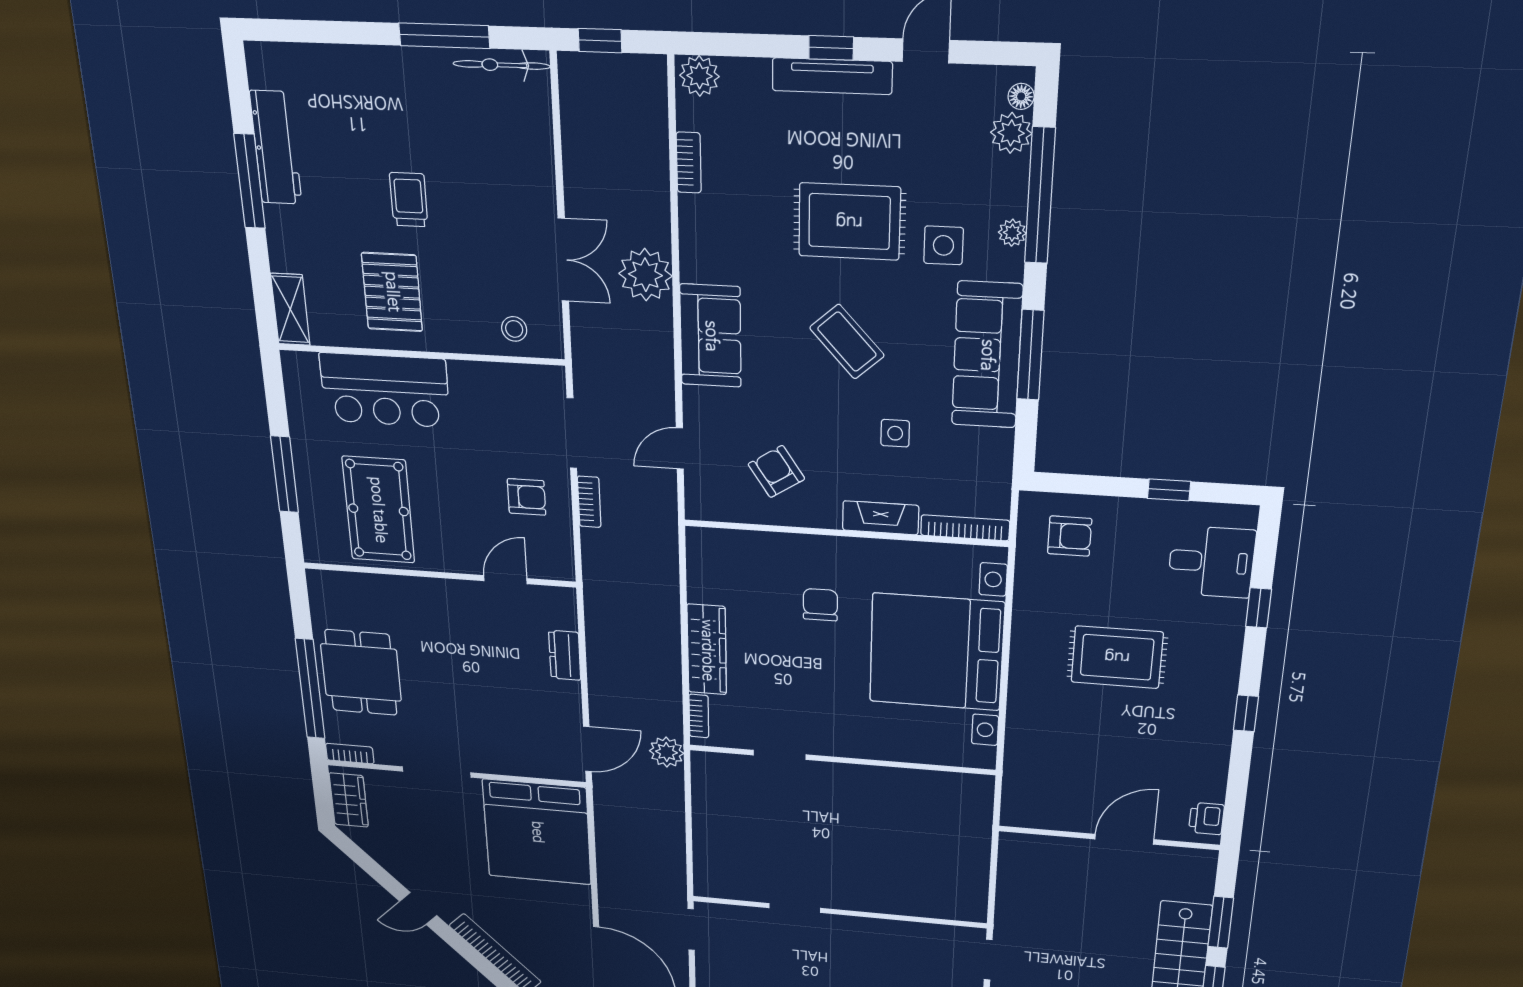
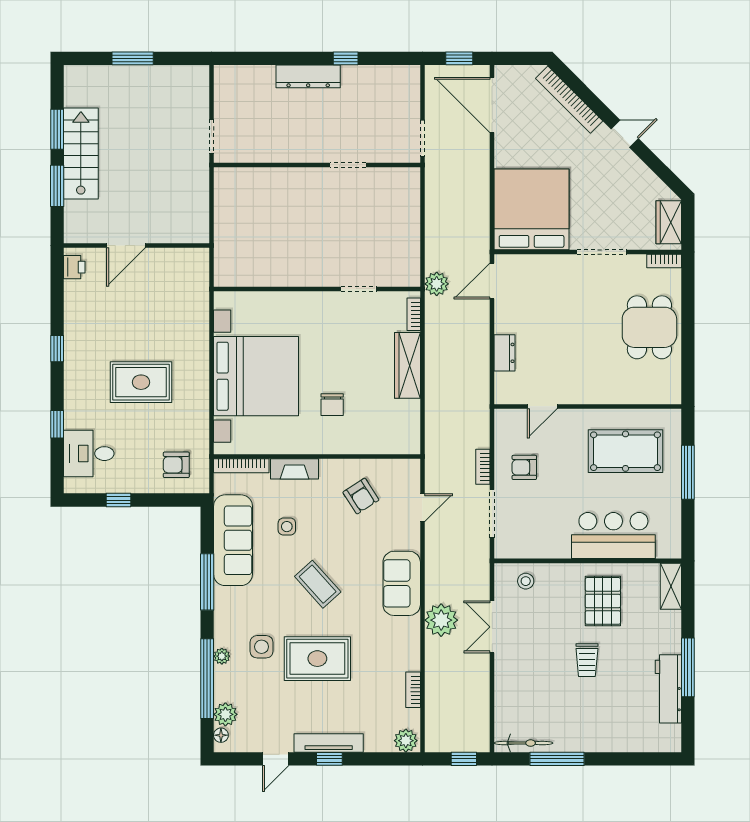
sofa: (987, 355) -> (233, 540), moved
pool table: (378, 510) -> (625, 451), turned 90
window: (310, 689) -> (688, 311), removed

